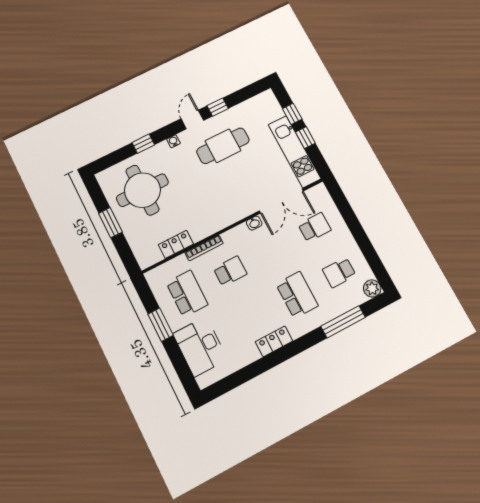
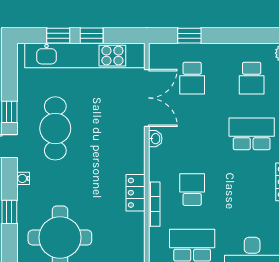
kitchen unit: (294, 152) -> (85, 56), width x1.36
window: (345, 209) -> (189, 36), added
school desk: (315, 227) -> (192, 78), turned 180
locker: (176, 244) -> (136, 193), moved

